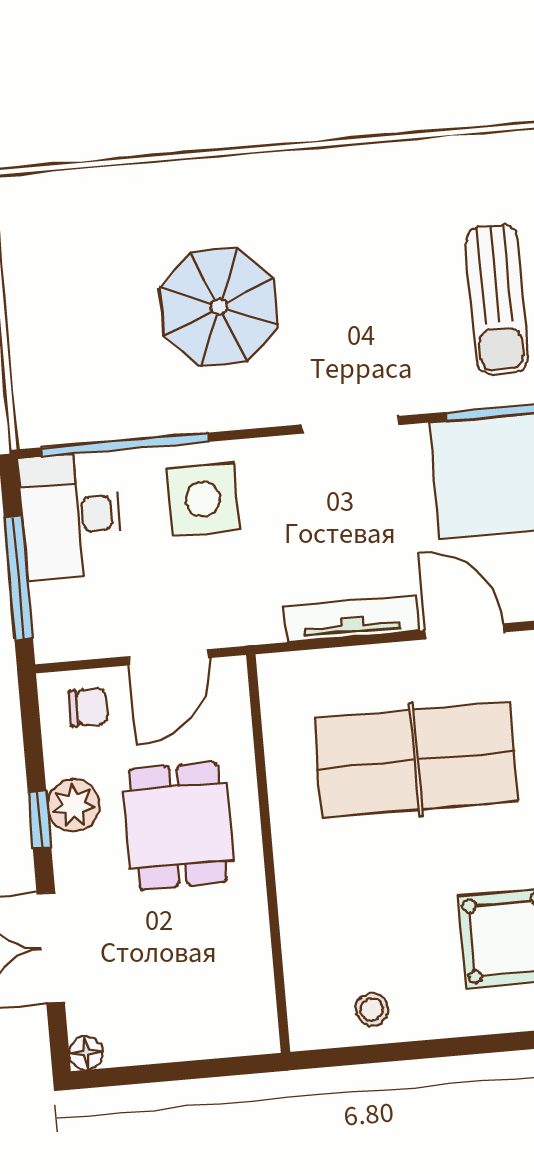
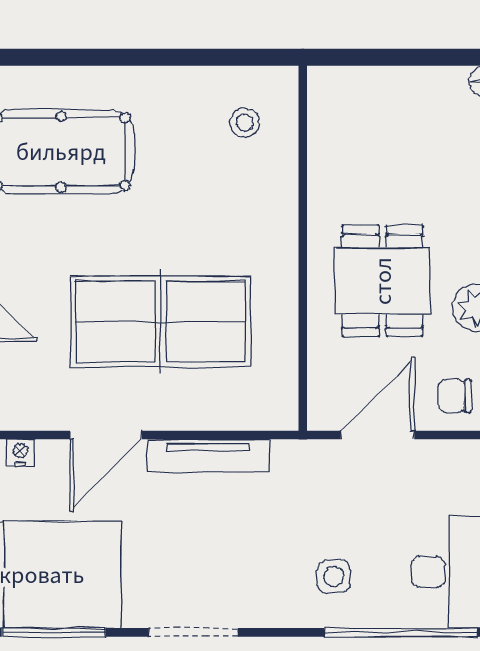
side table: (203, 499) -> (334, 576), width x0.54, depth x0.54
door: (465, 631) -> (106, 435), hinge flipped
stool: (372, 1010) -> (245, 123), moved

